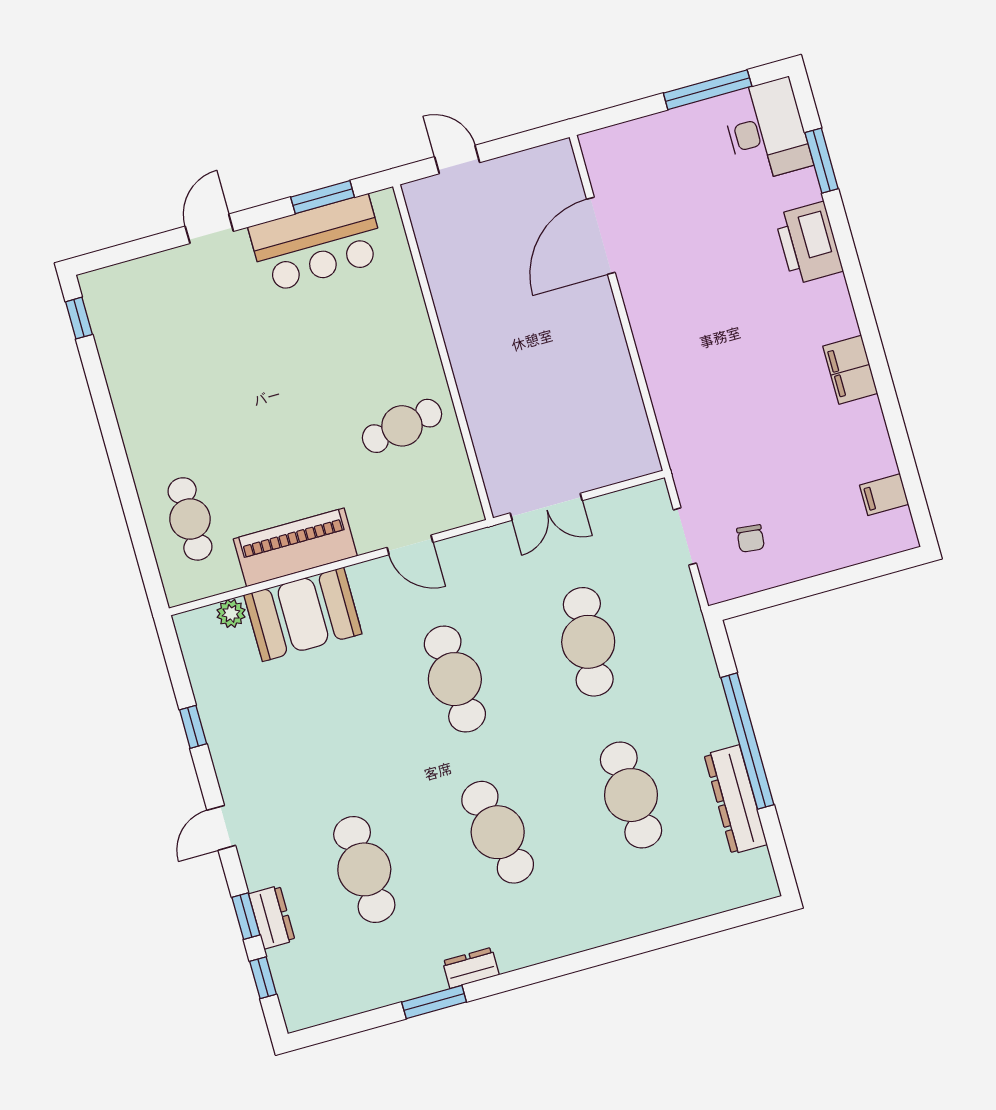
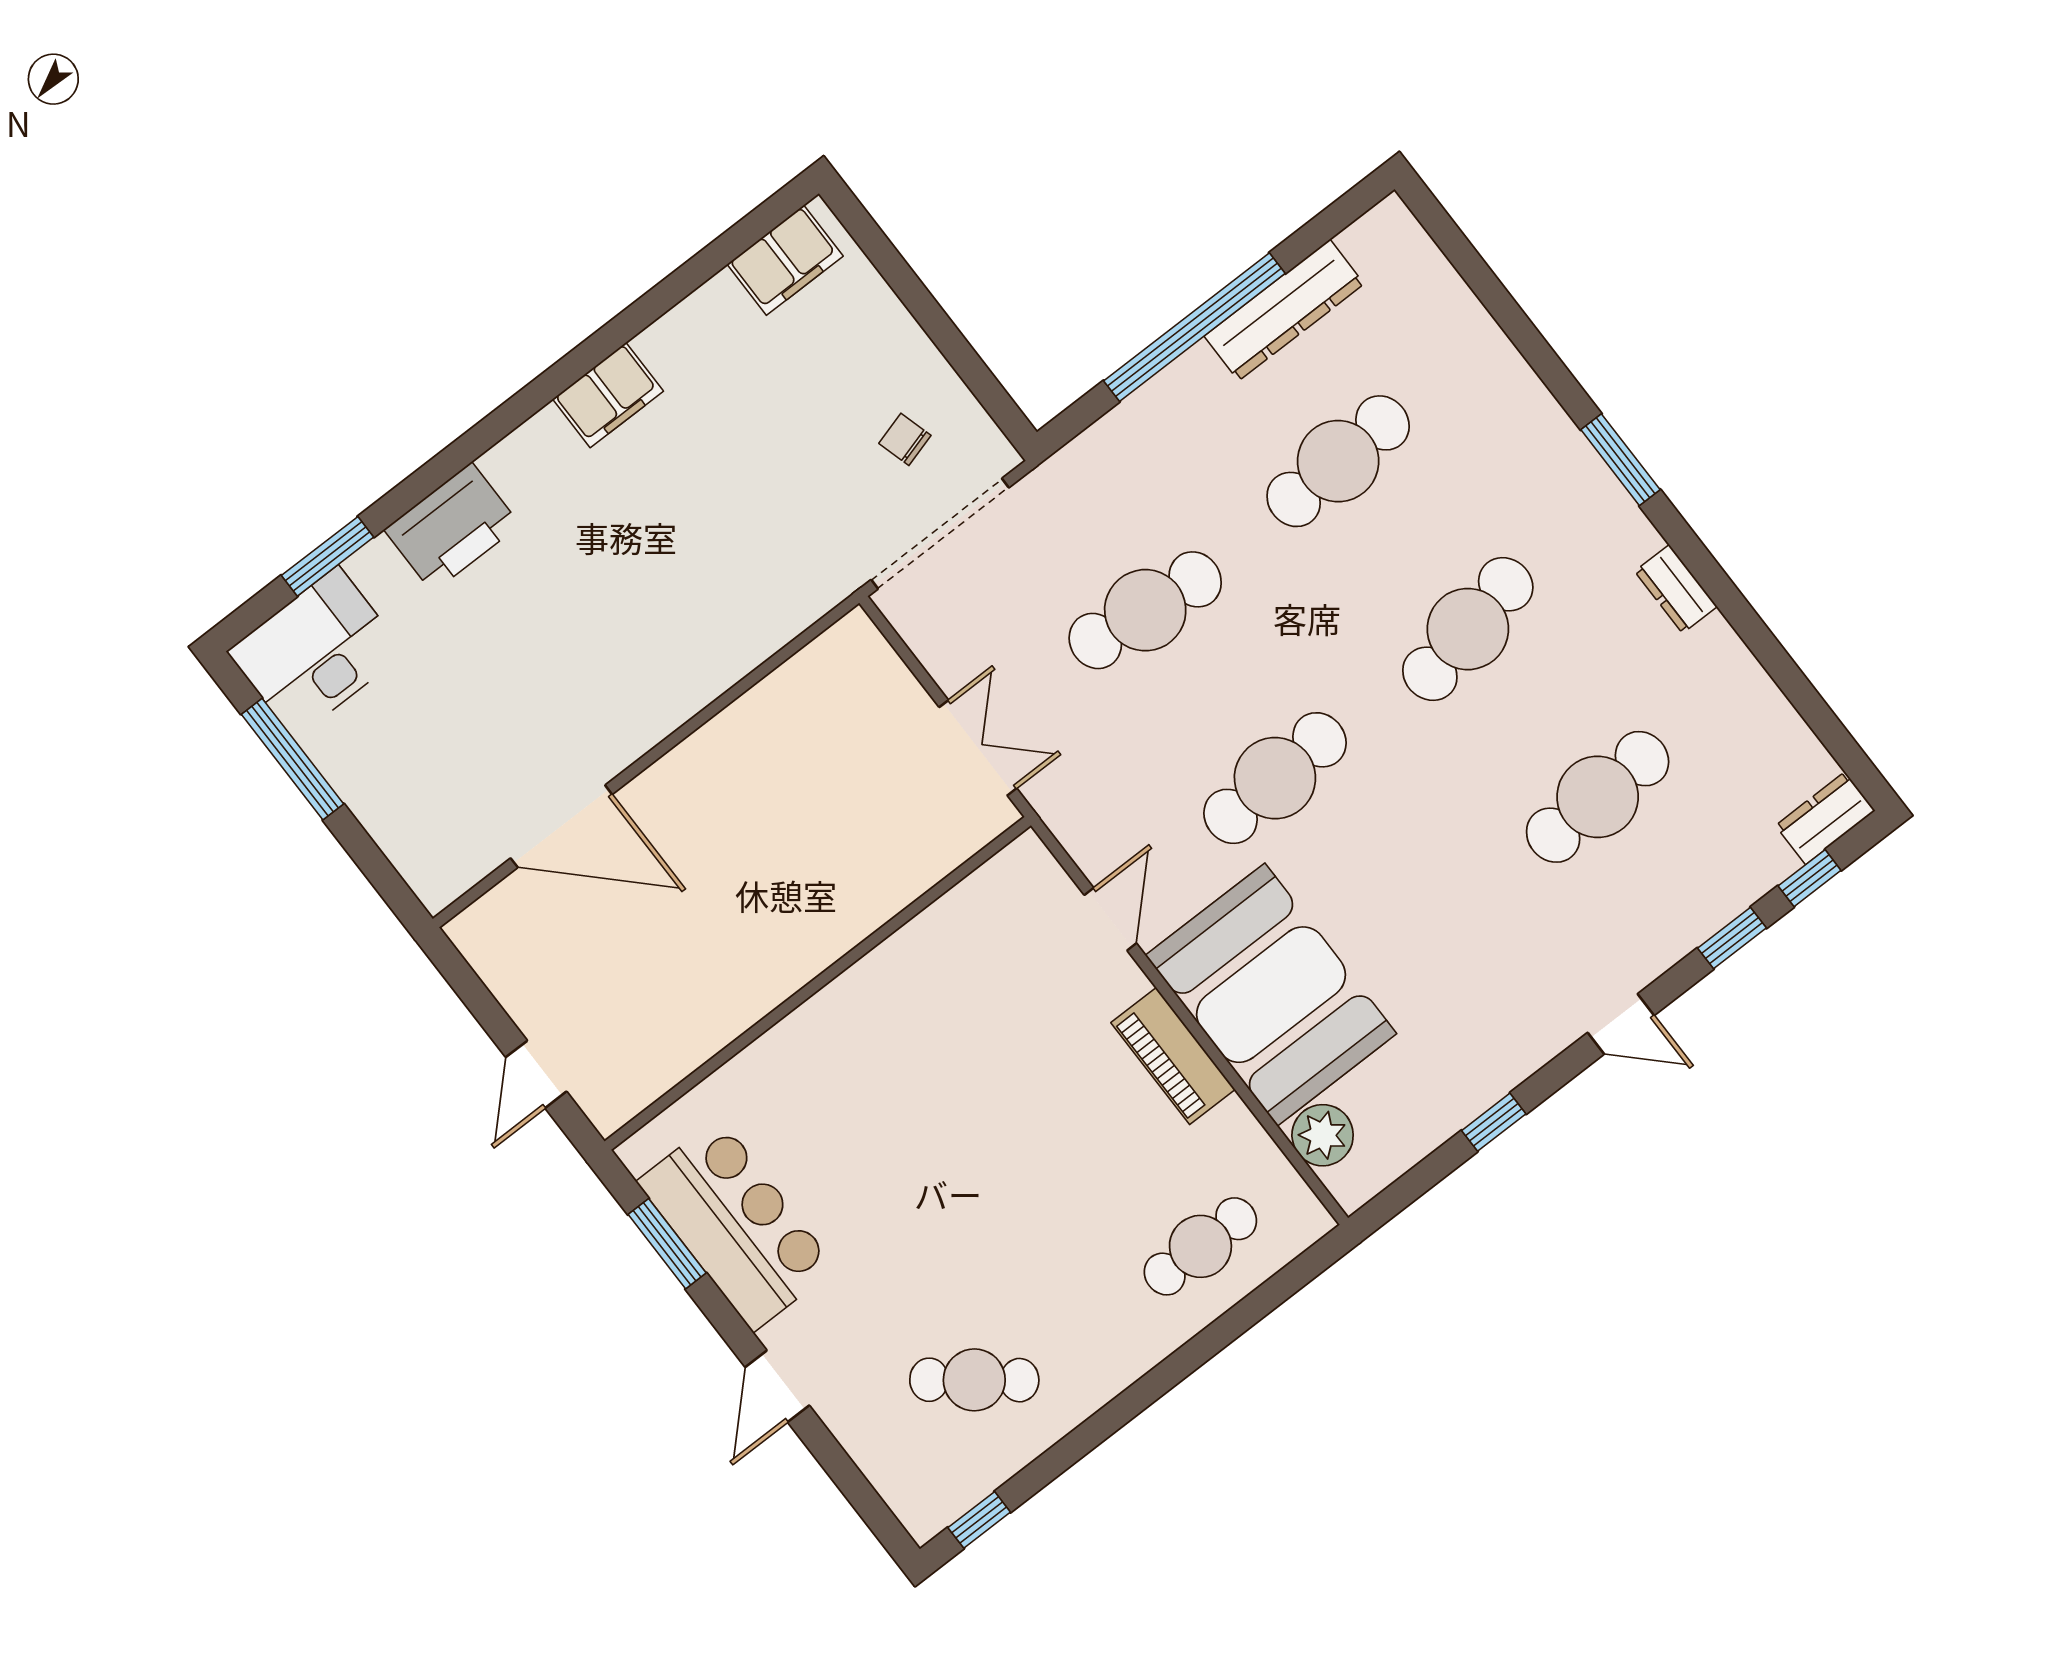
door: (209, 229) -> (777, 1386), hinge flipped
cafe table: (402, 426) -> (974, 1380), moved, turned -42
filing cabinet: (884, 495) -> (785, 260), width x2.00
doorway: (685, 536) -> (940, 534), width x1.87
chair: (751, 538) -> (905, 439), turned -112
piano: (295, 547) -> (1173, 1056), width x0.73, depth x0.75
plant: (231, 613) -> (1323, 1135), width x1.38, depth x1.38
booth: (303, 614) -> (1271, 995), width x1.36, depth x1.42
dresser: (272, 917) -> (1825, 818), moved
window: (434, 1002) -> (1620, 460), moved

